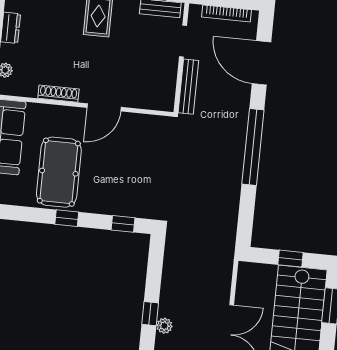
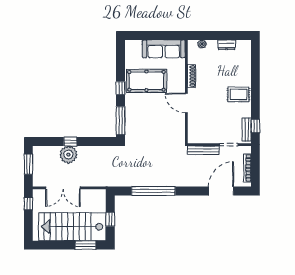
window: (253, 147) -> (153, 191), moved
window: (123, 224) -> (120, 121), width x2.17
plant: (164, 326) -> (68, 155), width x1.87, depth x1.87

